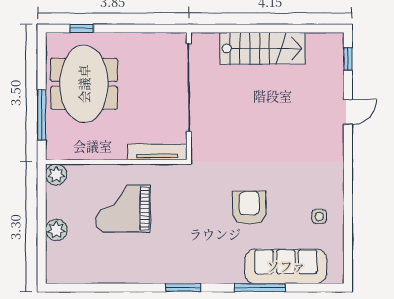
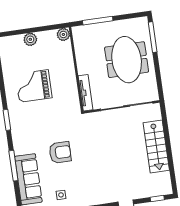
window: (82, 28) -> (153, 37), width x2.17
meeting table: (84, 84) -> (127, 60), moved, turned 90
grand piano: (123, 208) -> (34, 86), moved, turned -90

